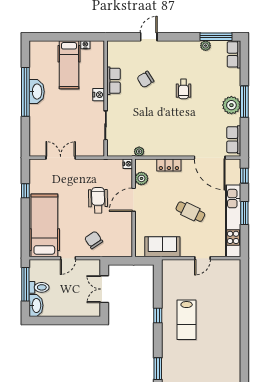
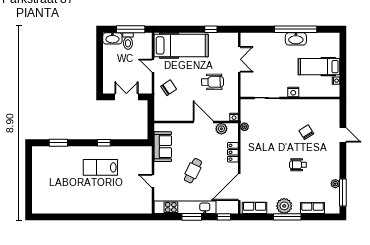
row of seats: (234, 54) -> (312, 208), moved
row of seats: (113, 81) -> (305, 105), removed
wheelchair: (98, 200) -> (212, 82), moved

